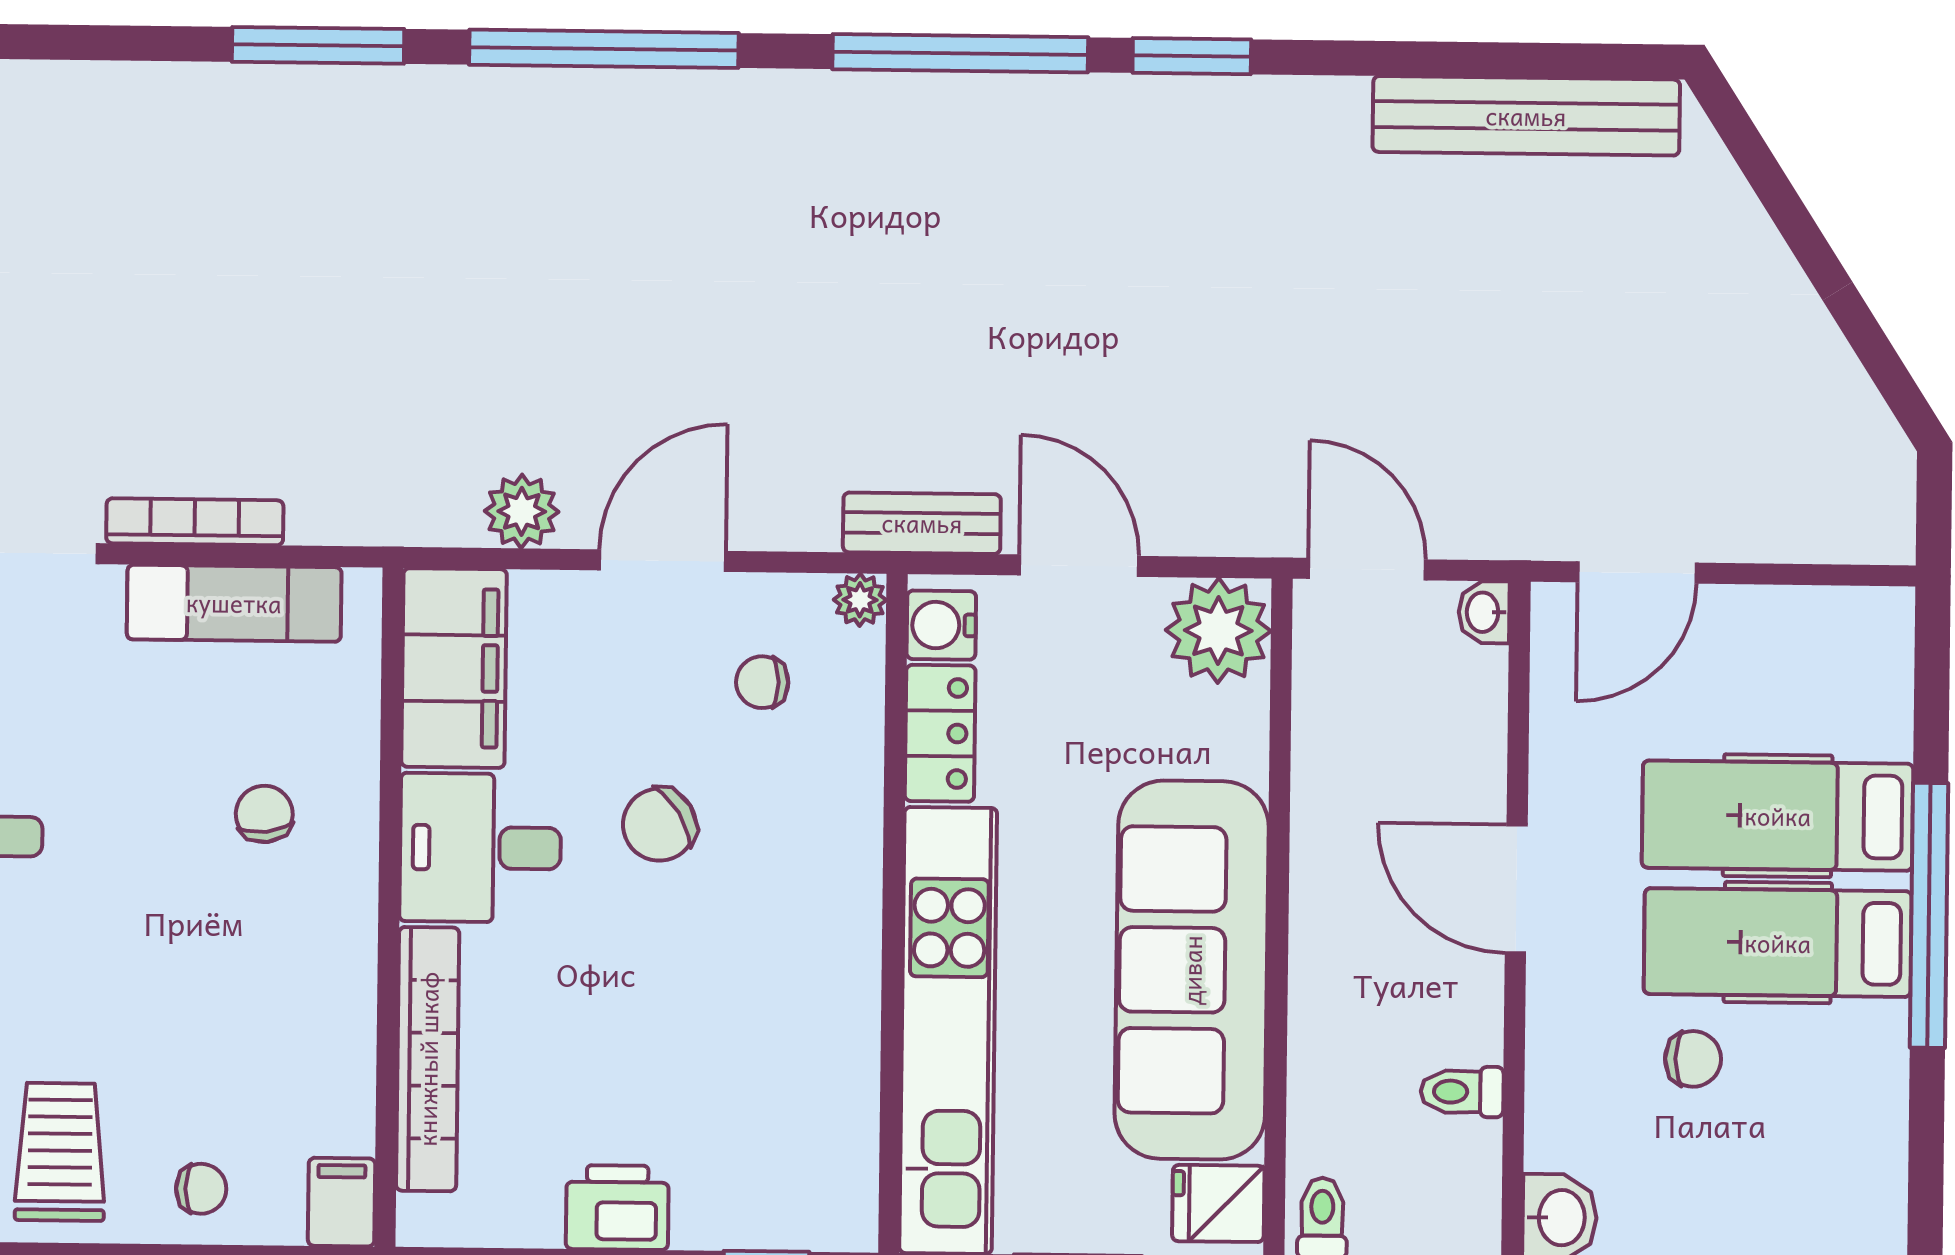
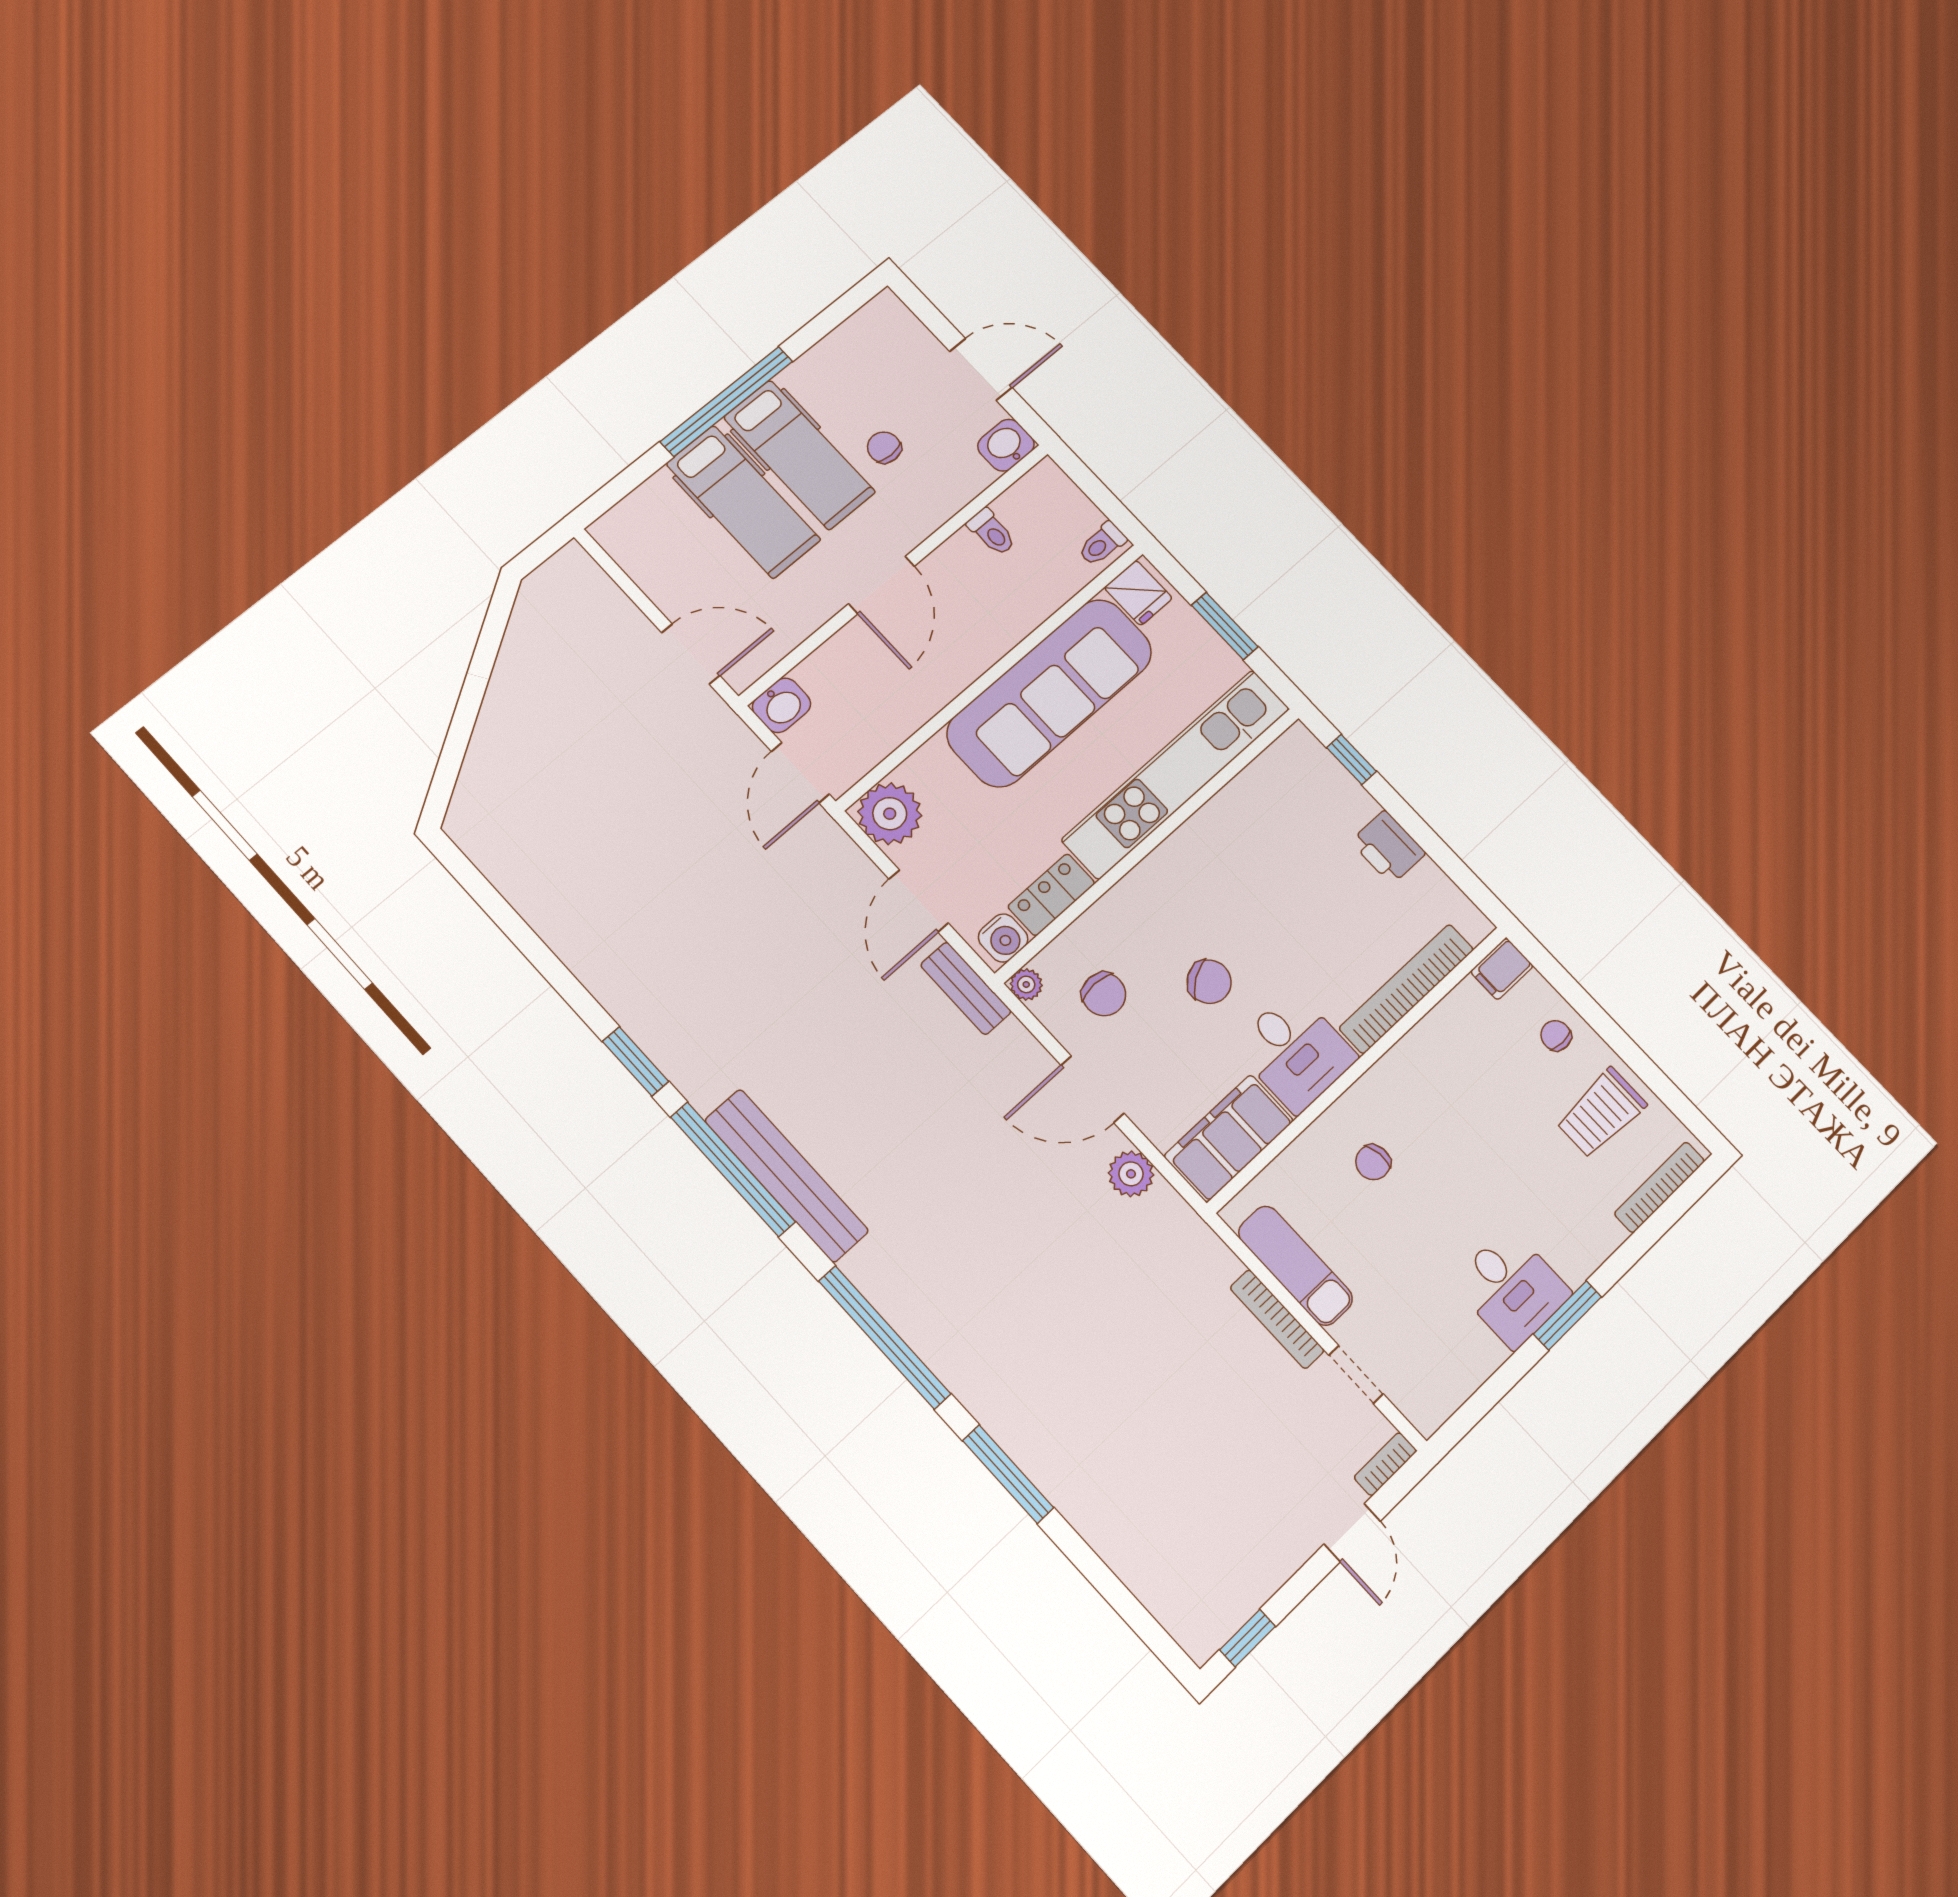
bench: (1526, 116) -> (787, 1176), moved
washbasin: (1484, 612) -> (782, 705), width x1.38, depth x1.45
chair: (762, 682) -> (1104, 994), width x1.37, depth x1.37

